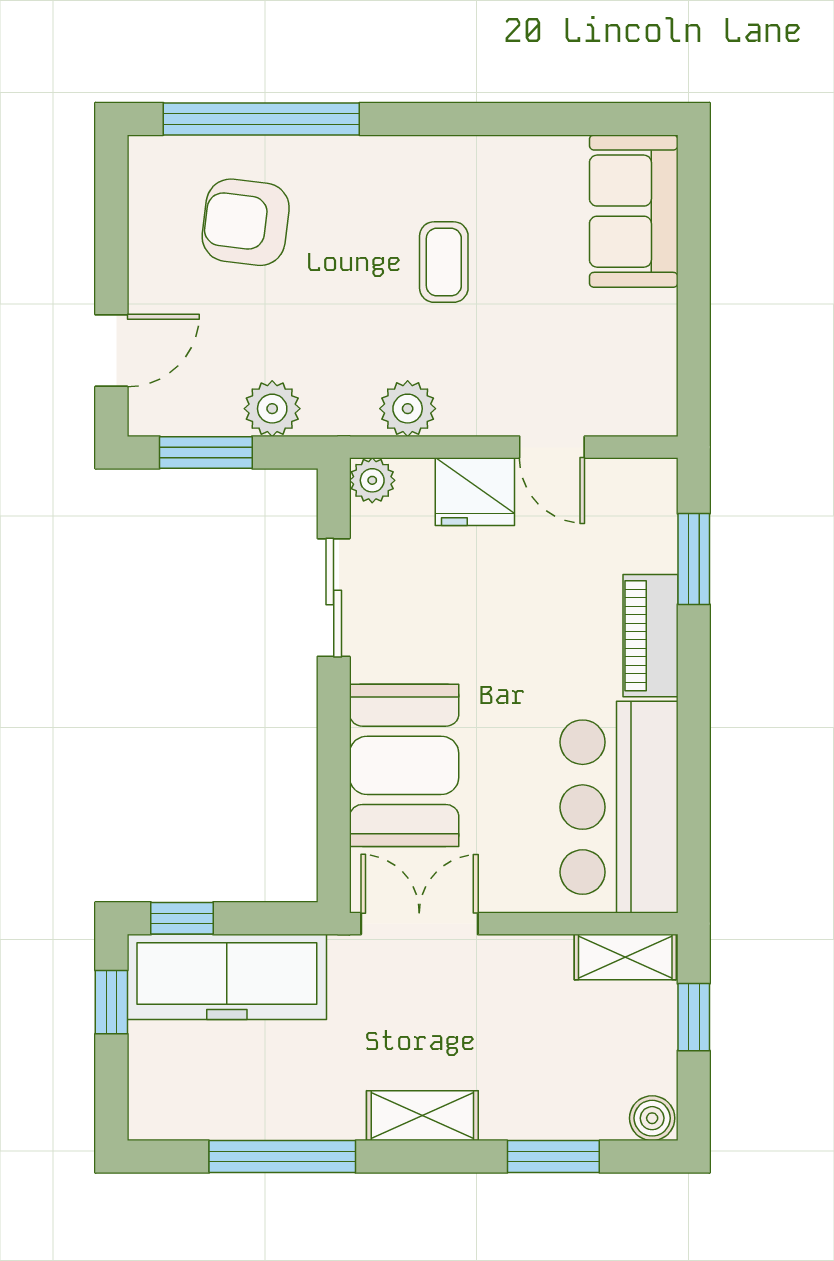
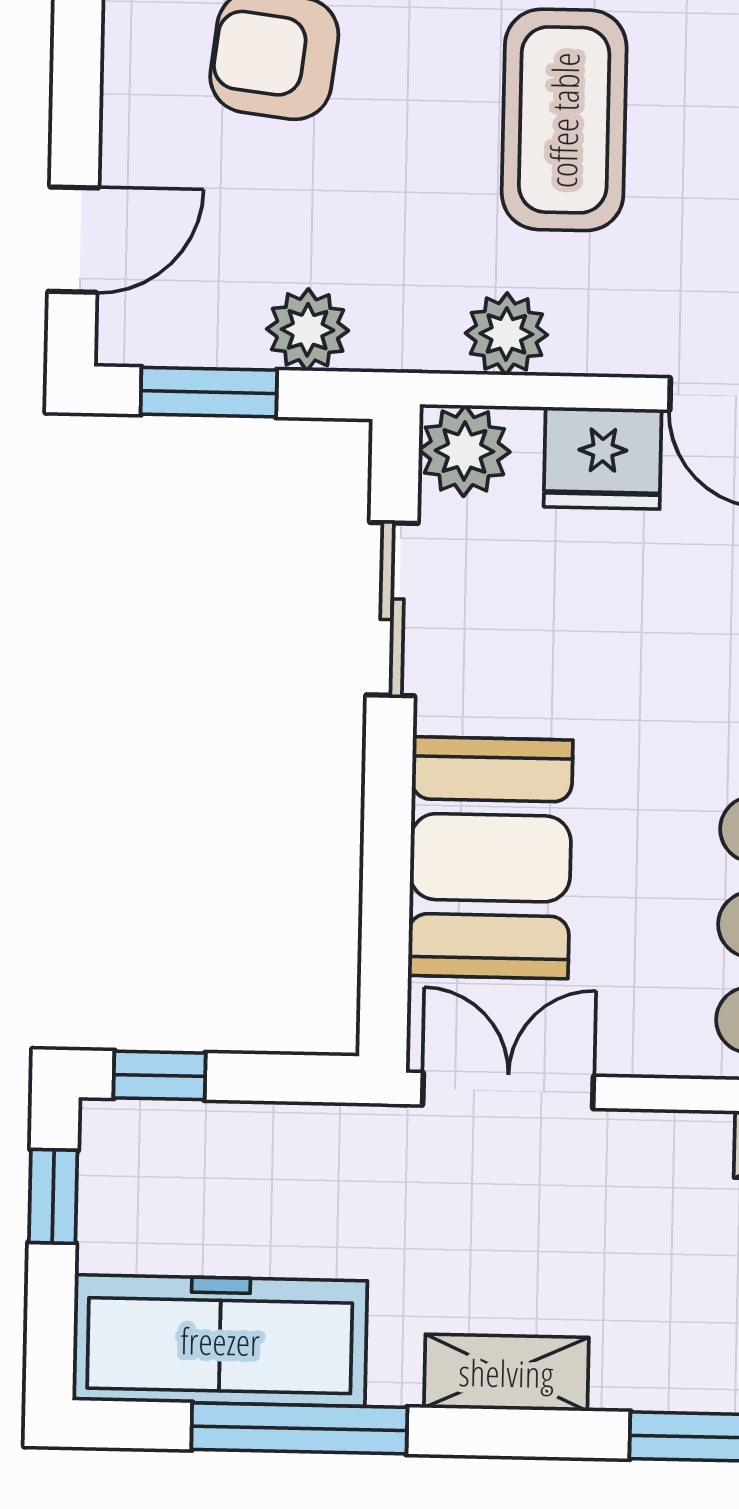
coffee table: (444, 262) -> (564, 120), width x1.86, depth x1.72
plant: (372, 480) -> (464, 451), width x1.38, depth x1.38
freezer: (227, 977) -> (220, 1341), moved, turned 180

